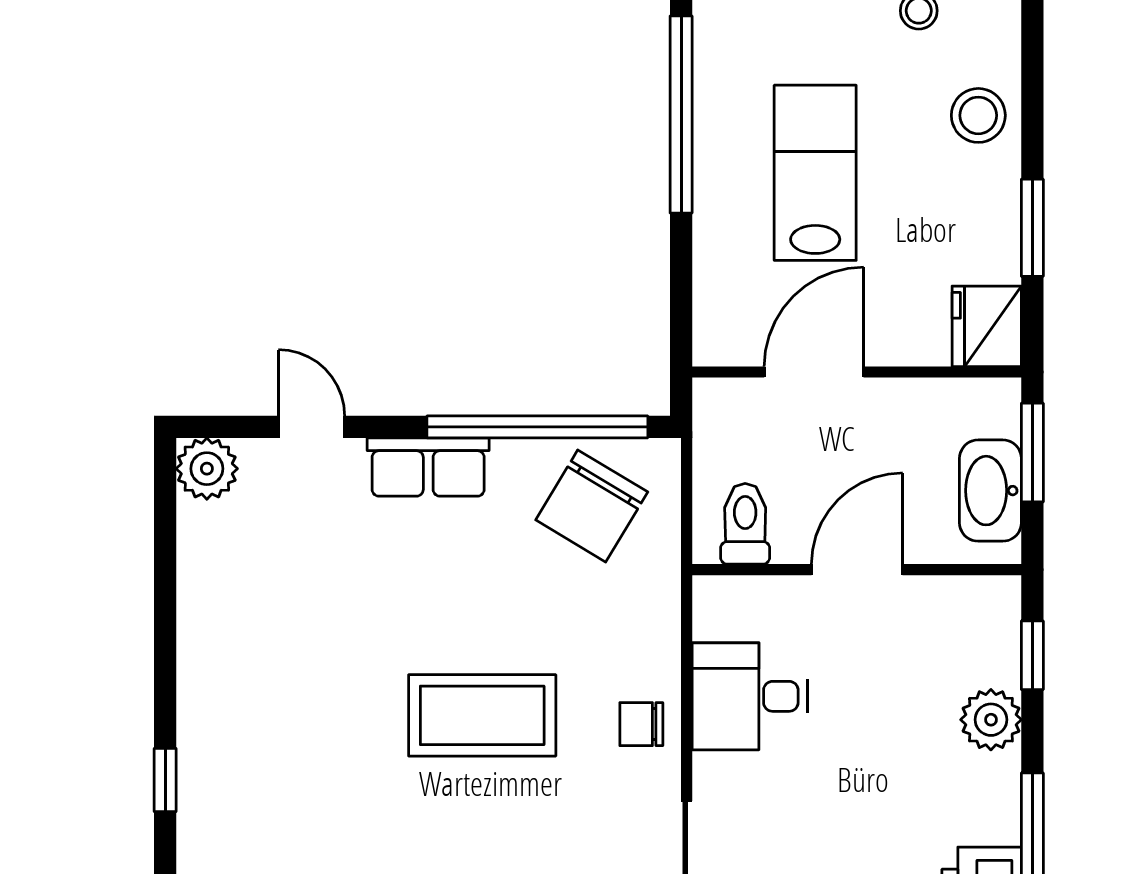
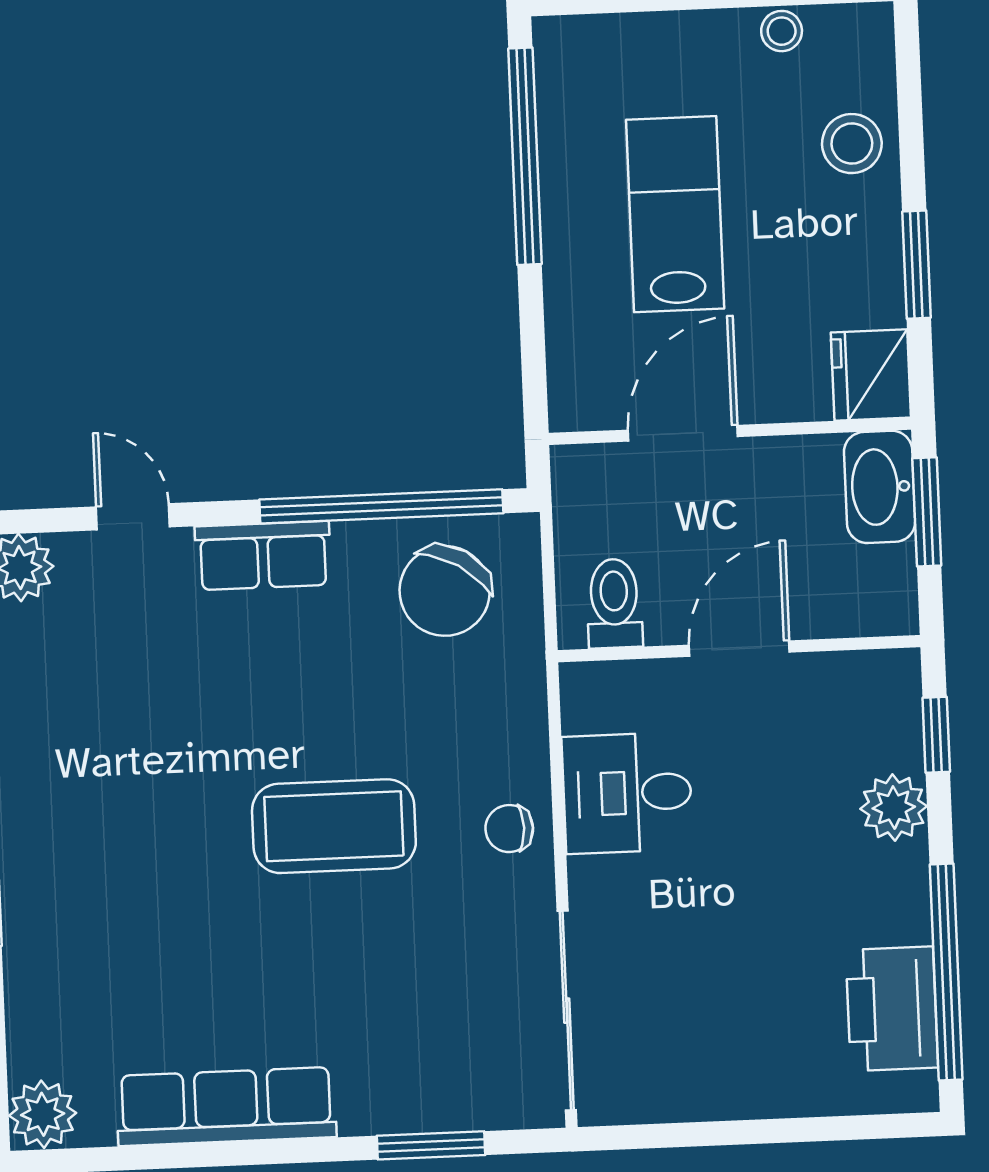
washbasin: (990, 491) -> (880, 487), moved

